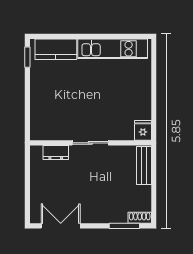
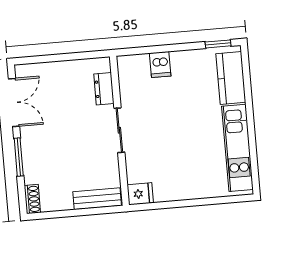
dishwasher: (40, 105) -> (160, 65), added
window: (124, 226) -> (19, 157), moved

